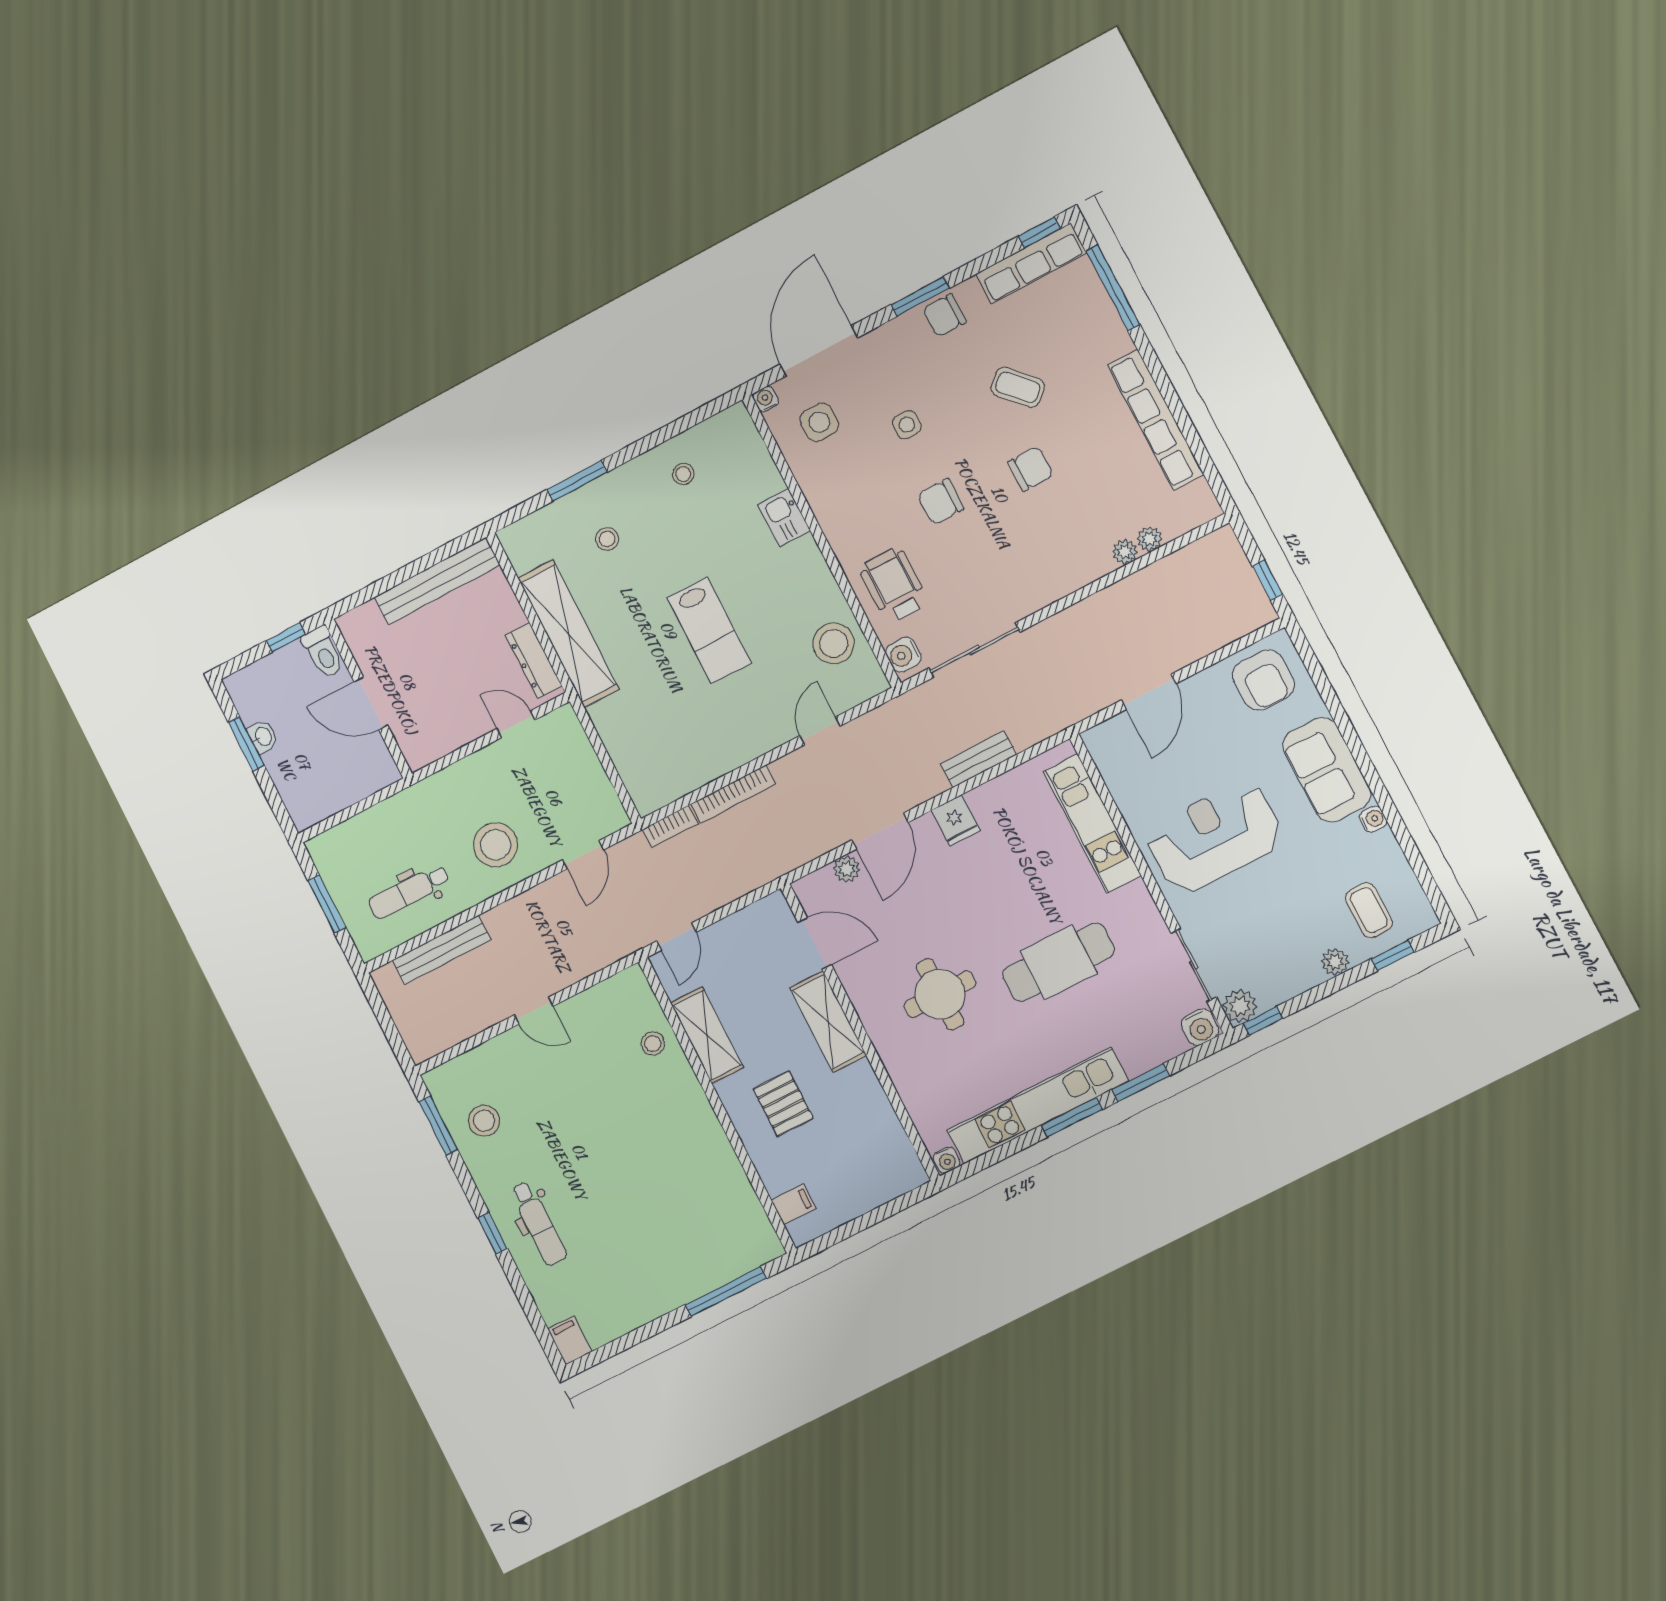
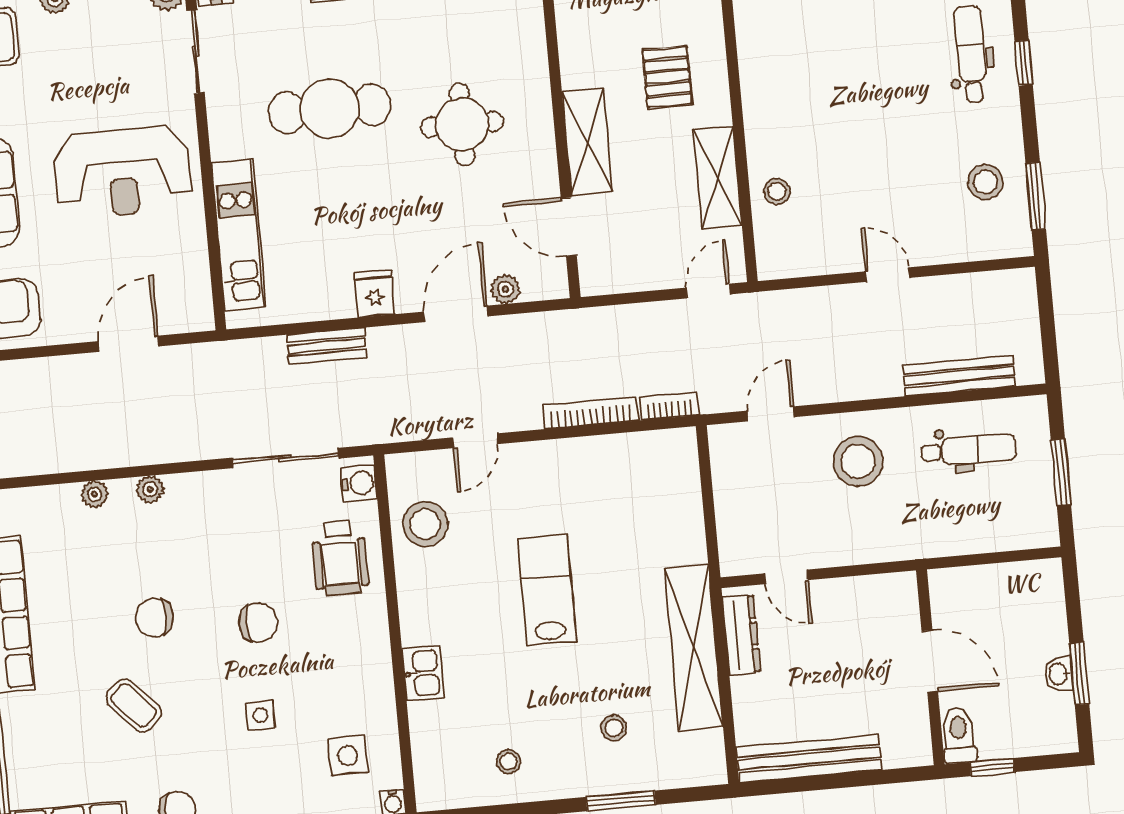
plant: (1150, 539) -> (150, 489), moved

